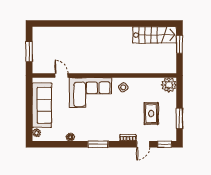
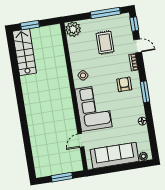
rug: (151, 113) -> (105, 43), turned 90
window: (179, 118) -> (105, 13), width x1.44
armchair: (108, 125) -> (124, 84), added

